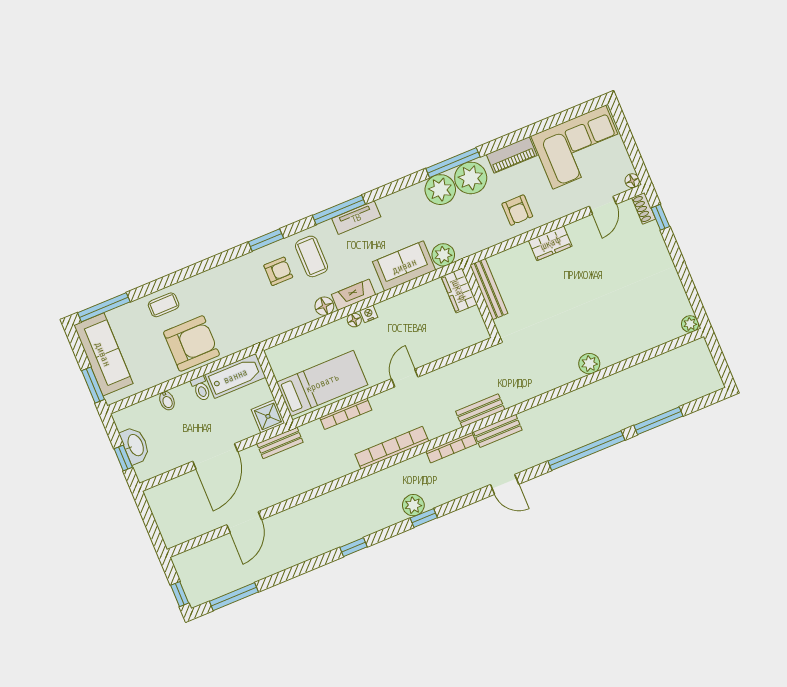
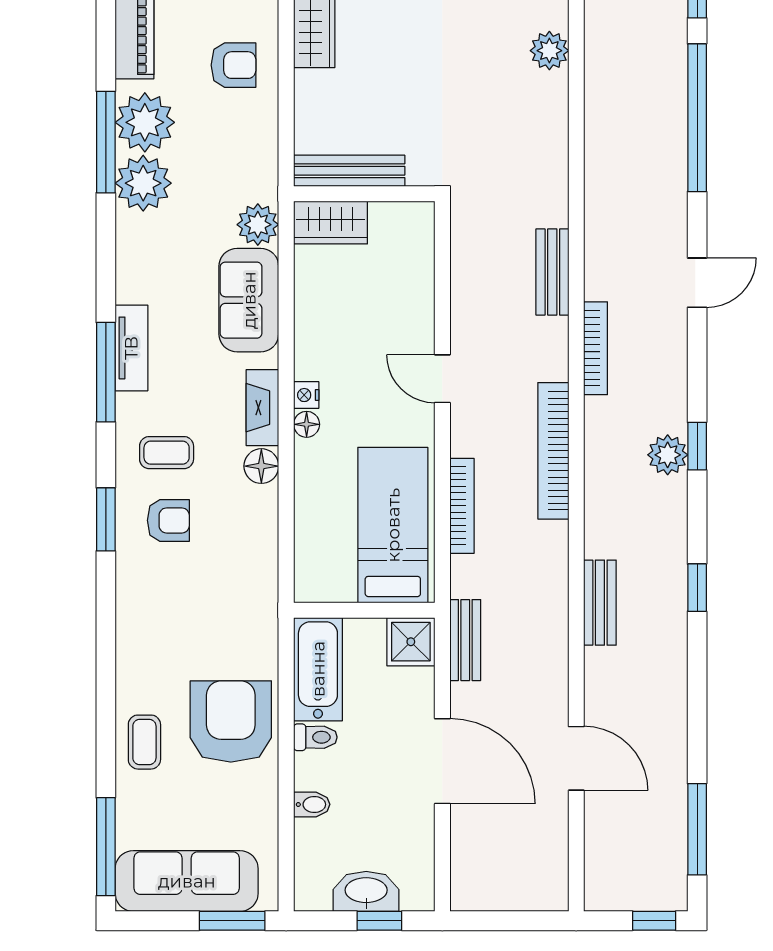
coffee table: (312, 256) -> (167, 453), width x0.73, depth x0.77
armchair: (278, 271) -> (168, 520), turned 90
bench: (498, 431) -> (600, 603), moved

